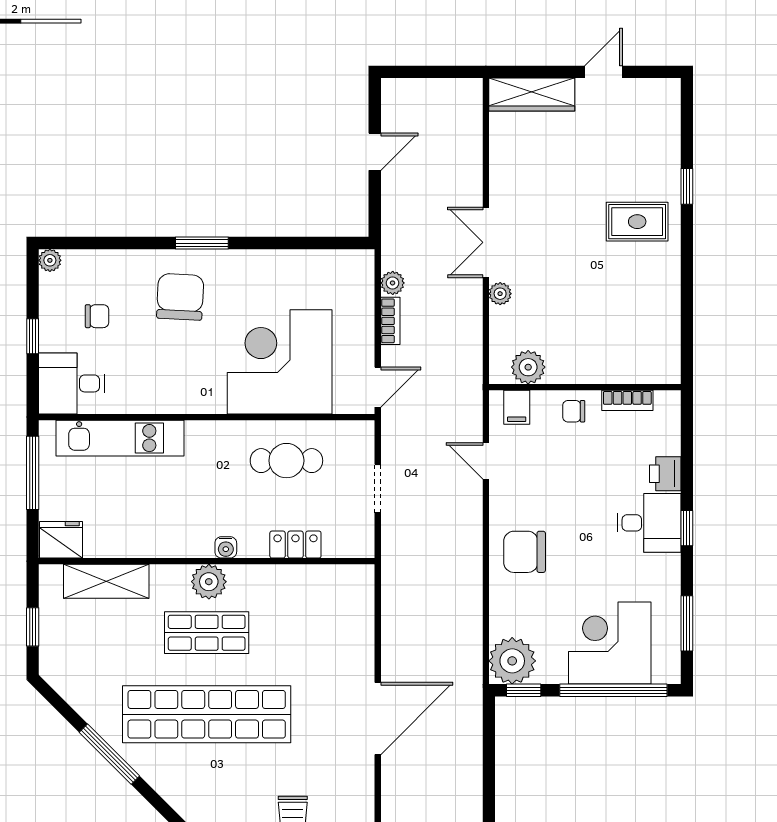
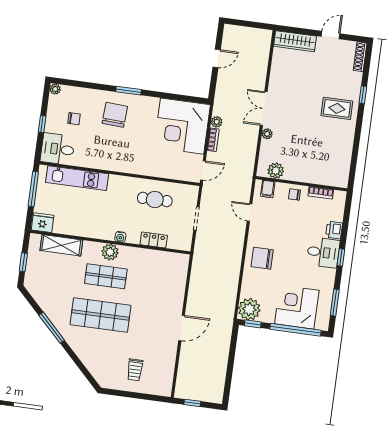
shoe rack: (671, 108) -> (360, 57), added
corner desk: (280, 362) -> (182, 126), moved, turned -90
shop shelf: (207, 714) -> (101, 315), width x0.71
door: (378, 718) -> (182, 328), width x0.73

